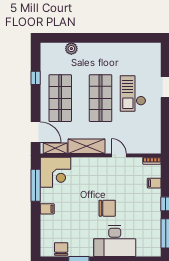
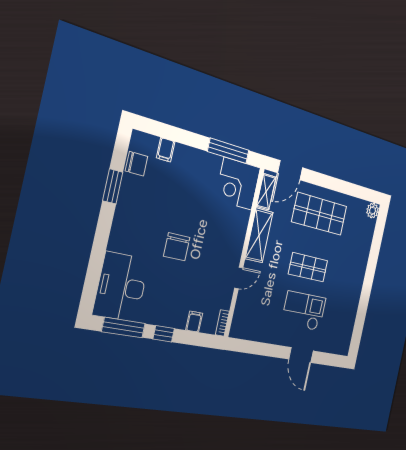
plant: (71, 49) -> (373, 211), moved
window: (36, 78) -> (347, 188), removed
shop shelf: (101, 98) -> (308, 267), width x0.70, depth x0.74
filing cabinet: (47, 209) -> (166, 150), moved
desk: (115, 241) -> (121, 287), moved

